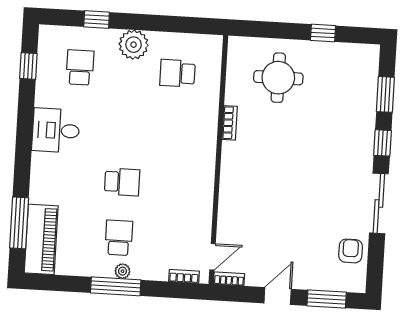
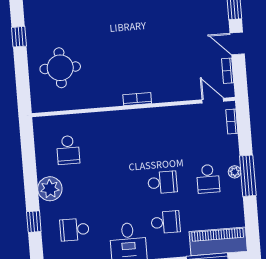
bookcase: (230, 123) -> (137, 99), moved
school desk: (73, 179) -> (166, 222), added
school desk: (122, 182) -> (162, 182), turned 90
school desk: (119, 238) -> (208, 179), turned -90
bookcase: (229, 279) -> (228, 71), moved

